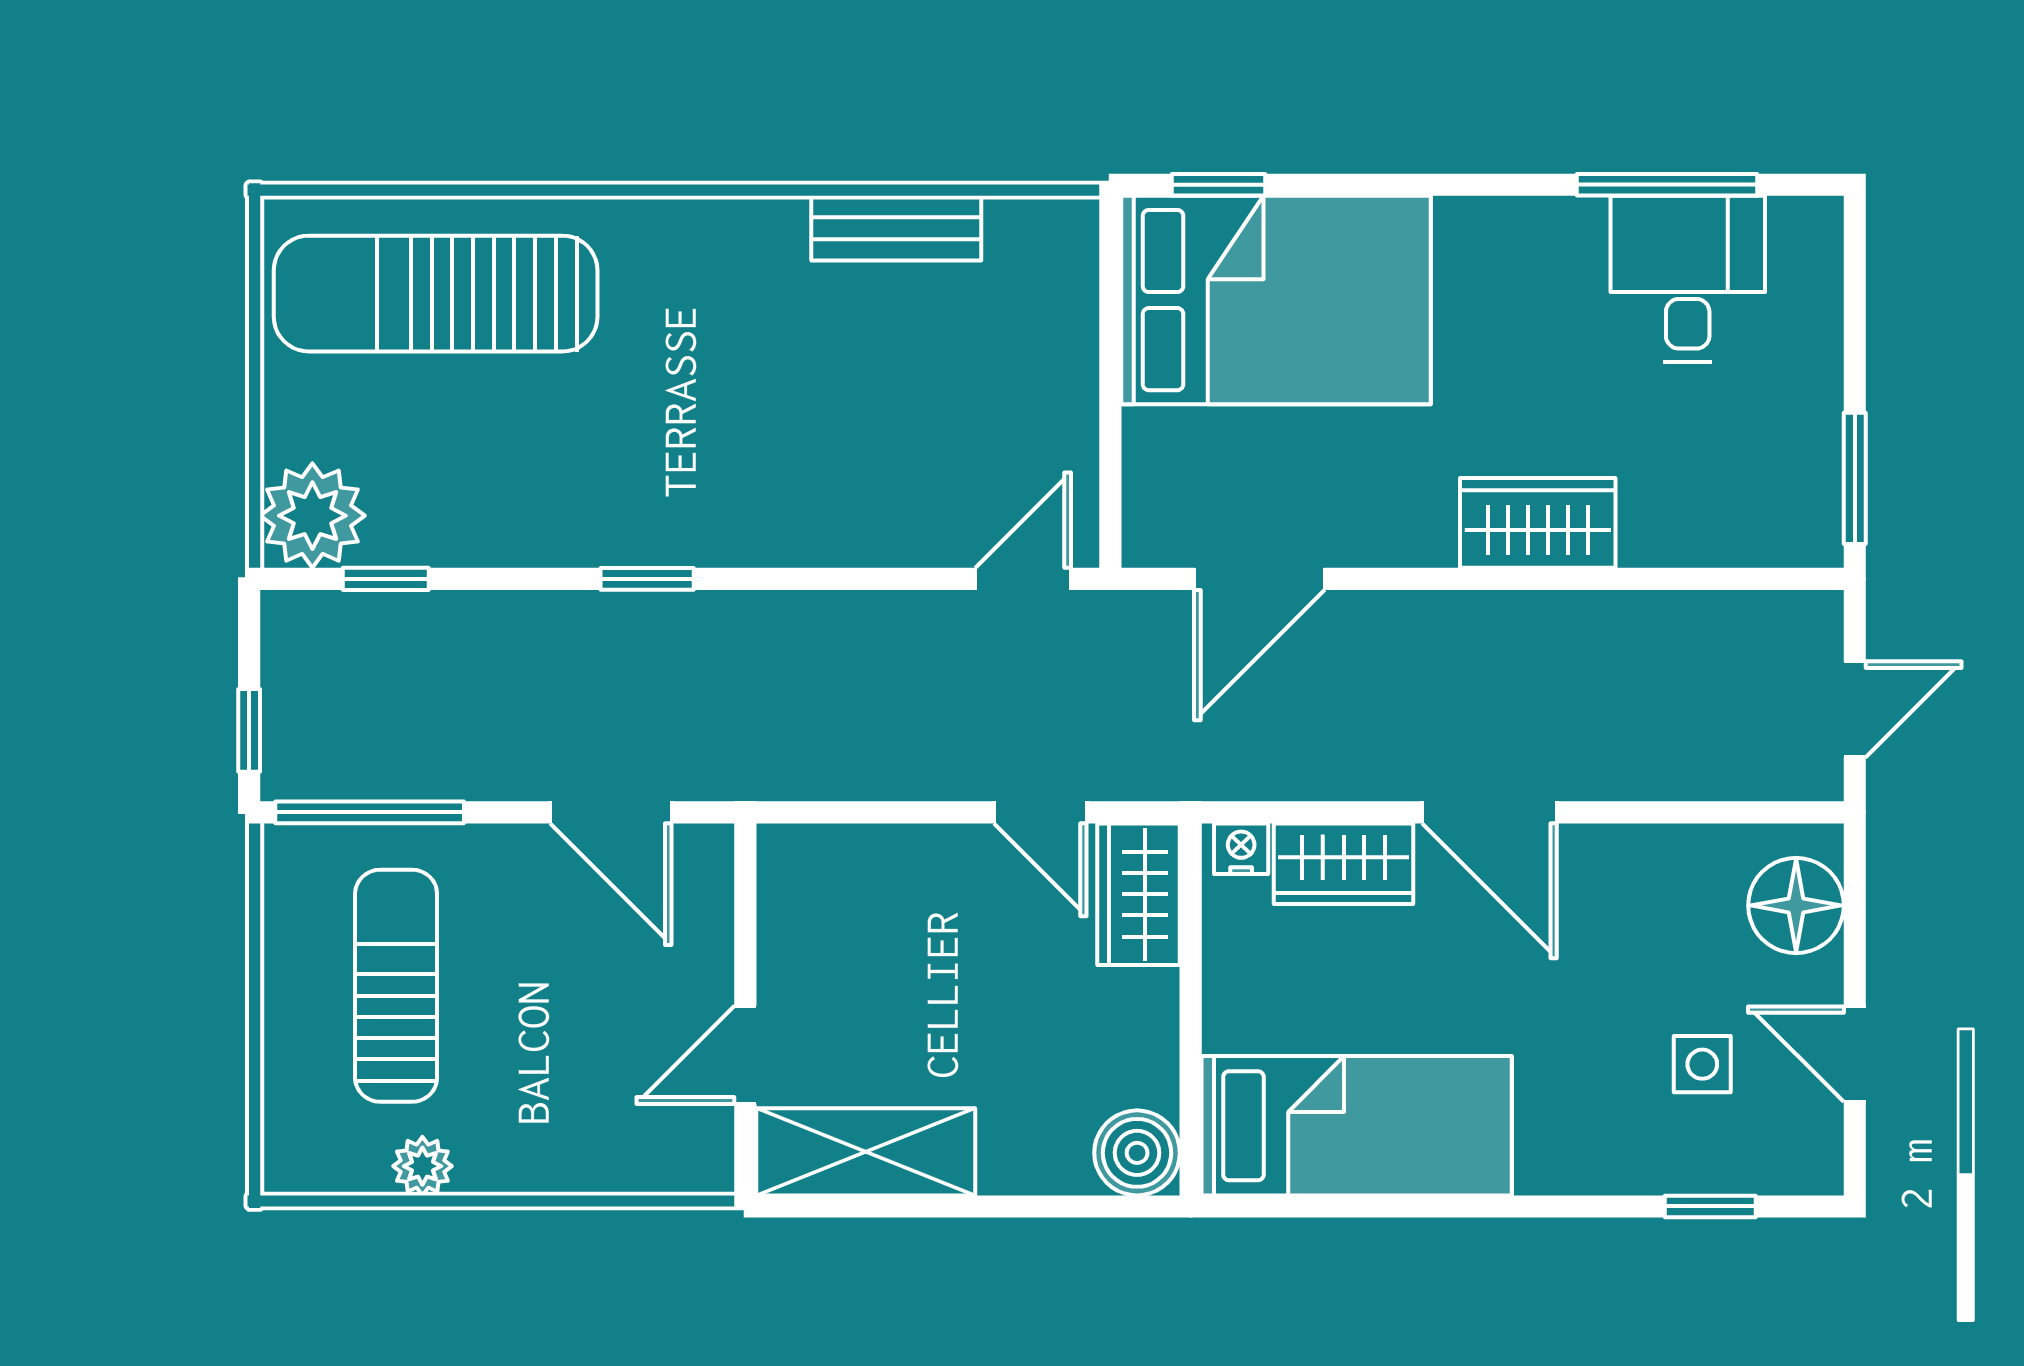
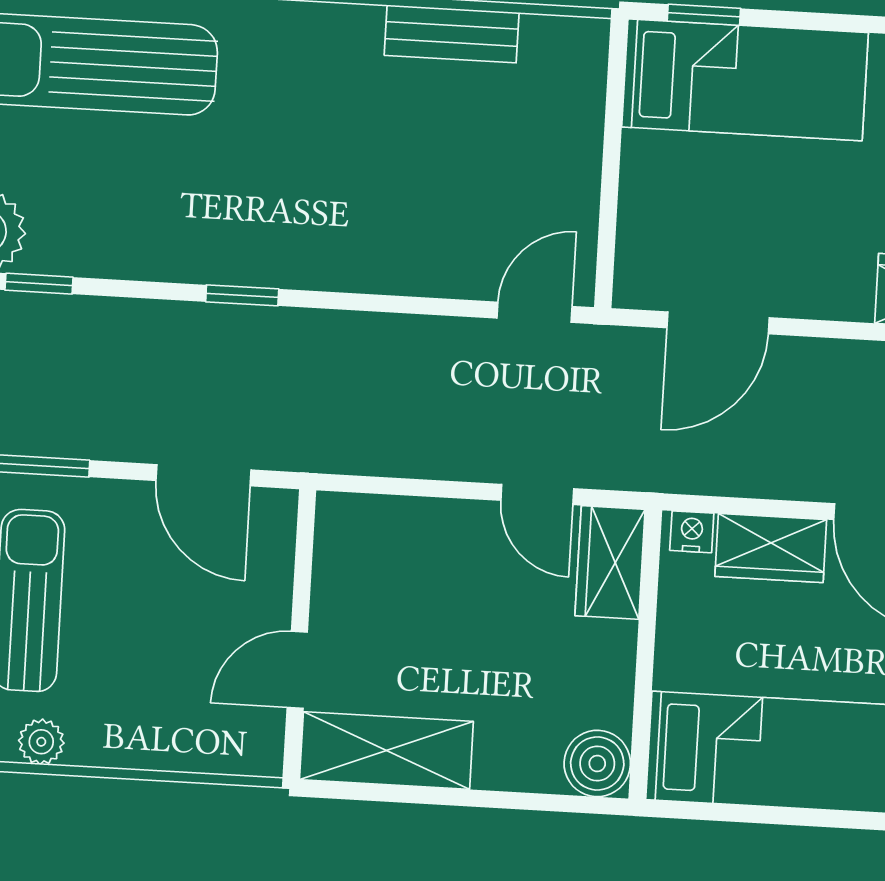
bed: (1276, 300) -> (745, 80), width x0.67

